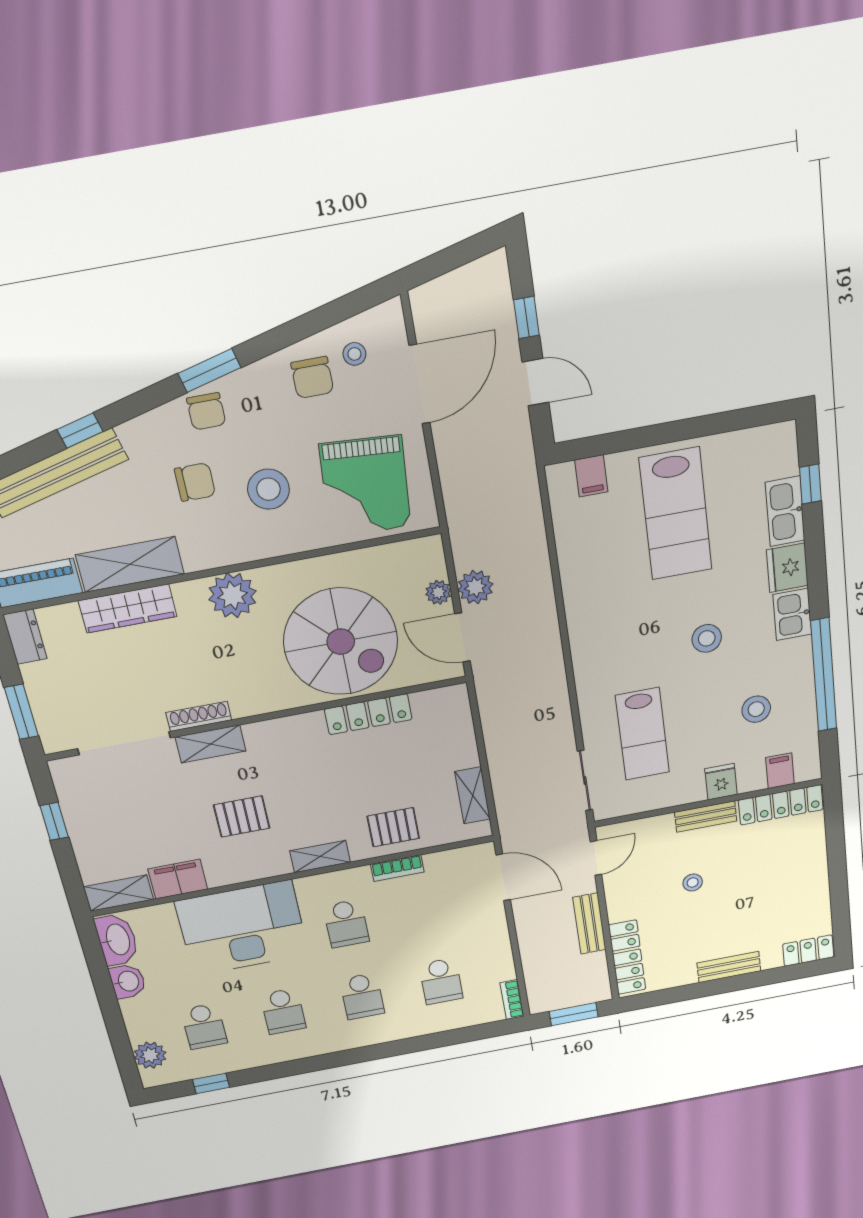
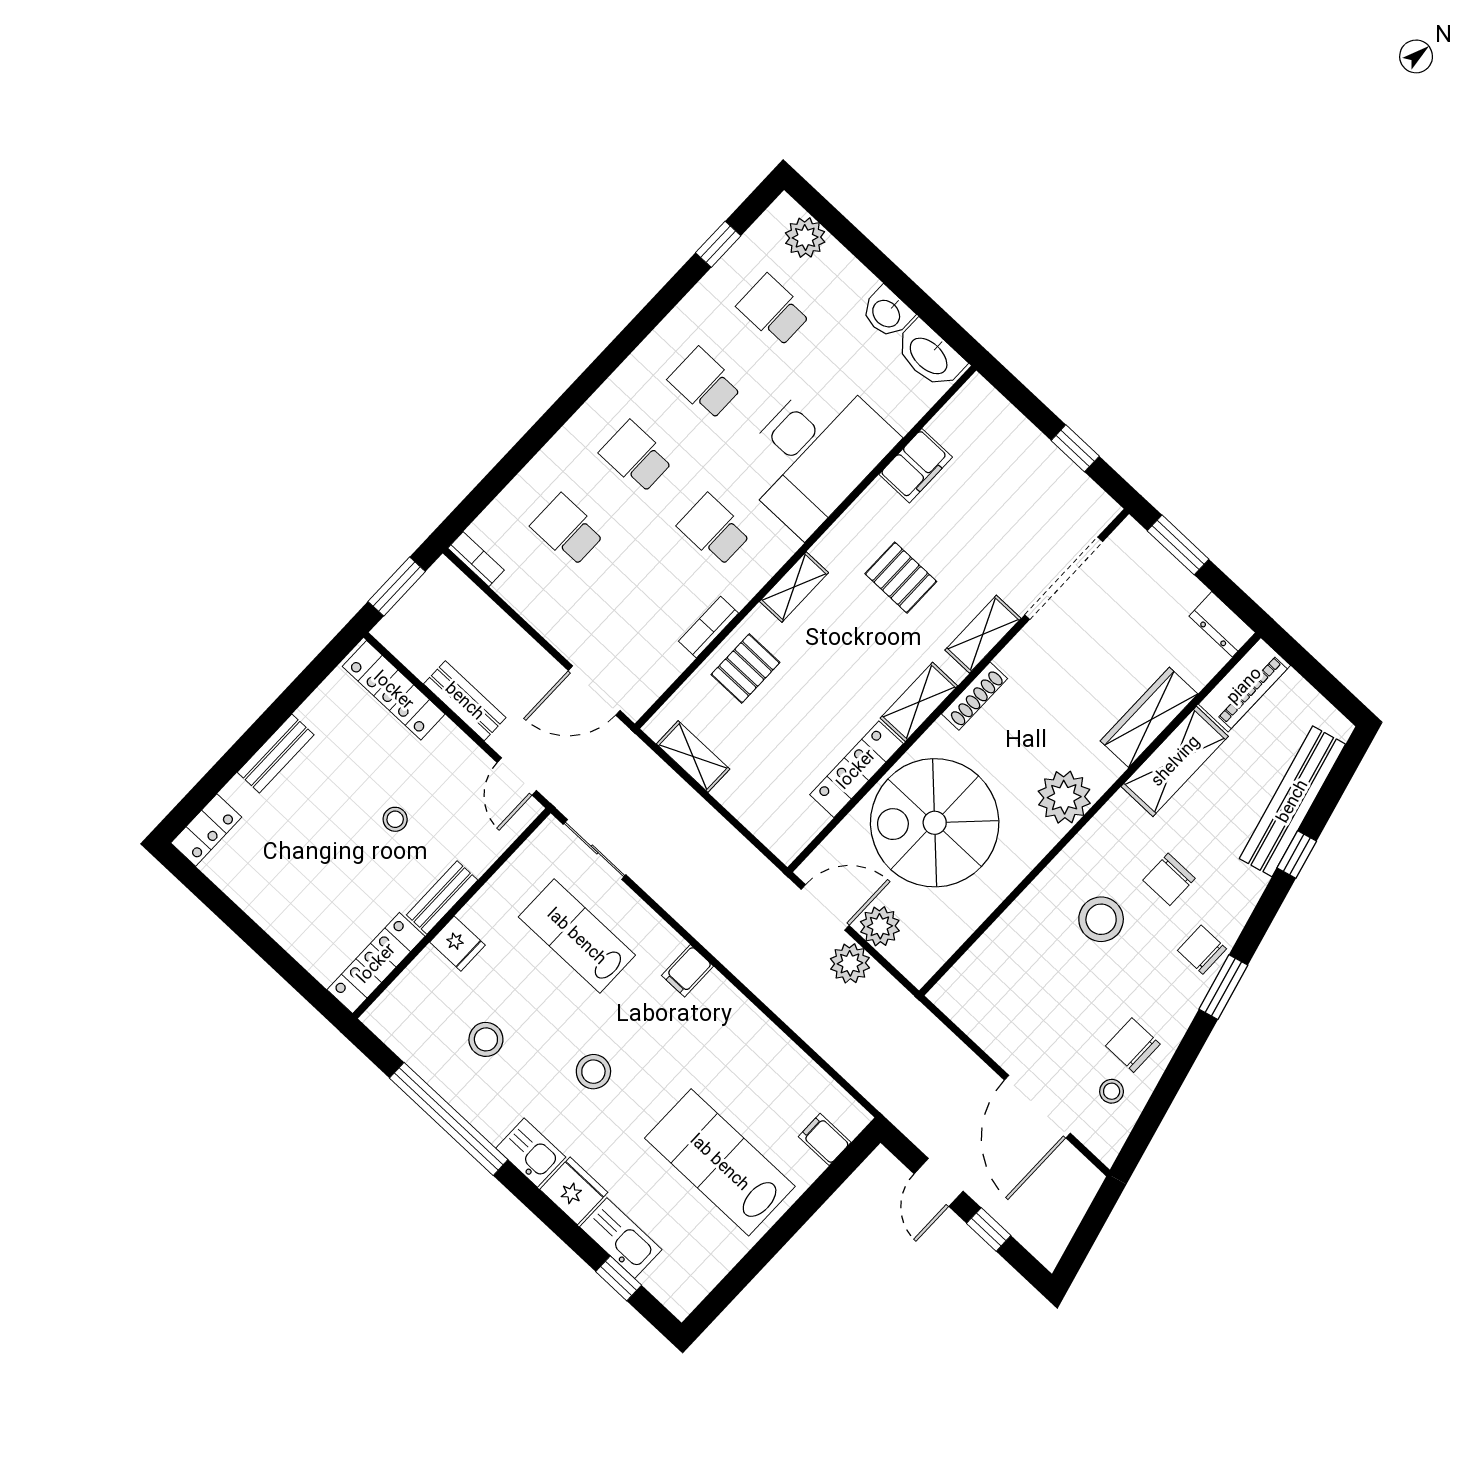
door: (535, 382) -> (939, 1182), hinge flipped
grand piano: (365, 486) -> (1019, 984), removed
plant: (438, 592) -> (880, 926), width x1.38, depth x1.38
shoe rack: (199, 716) -> (974, 696), moved
filing cabinet: (780, 771) -> (687, 971), moved, turned 90
pallet: (242, 817) -> (901, 578), turned 90
shelving: (119, 893) -> (919, 702), moved

